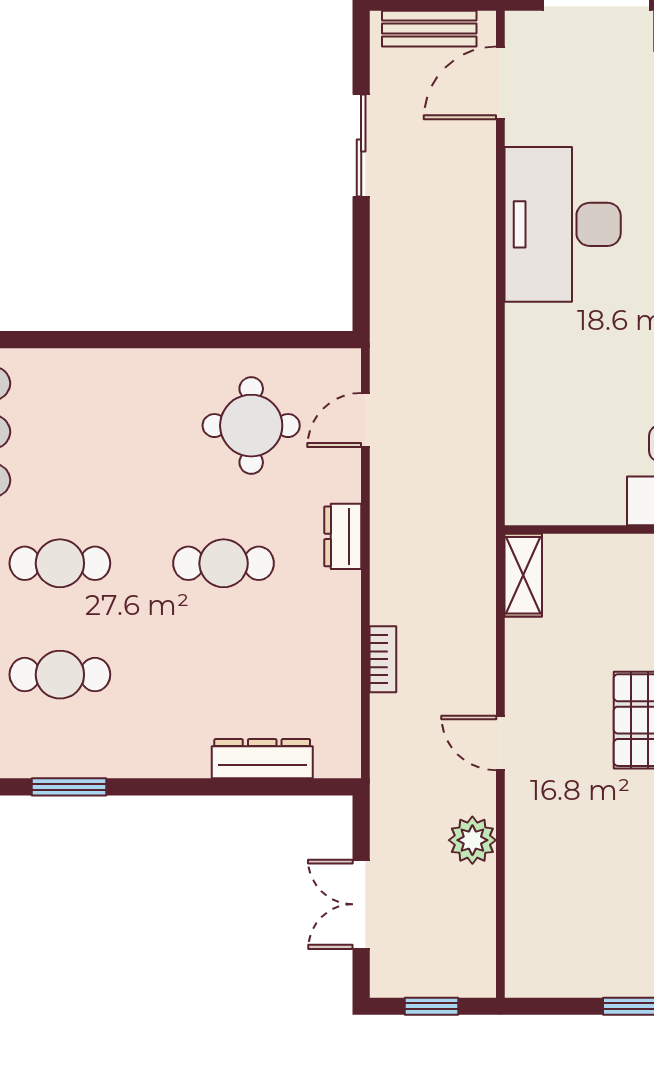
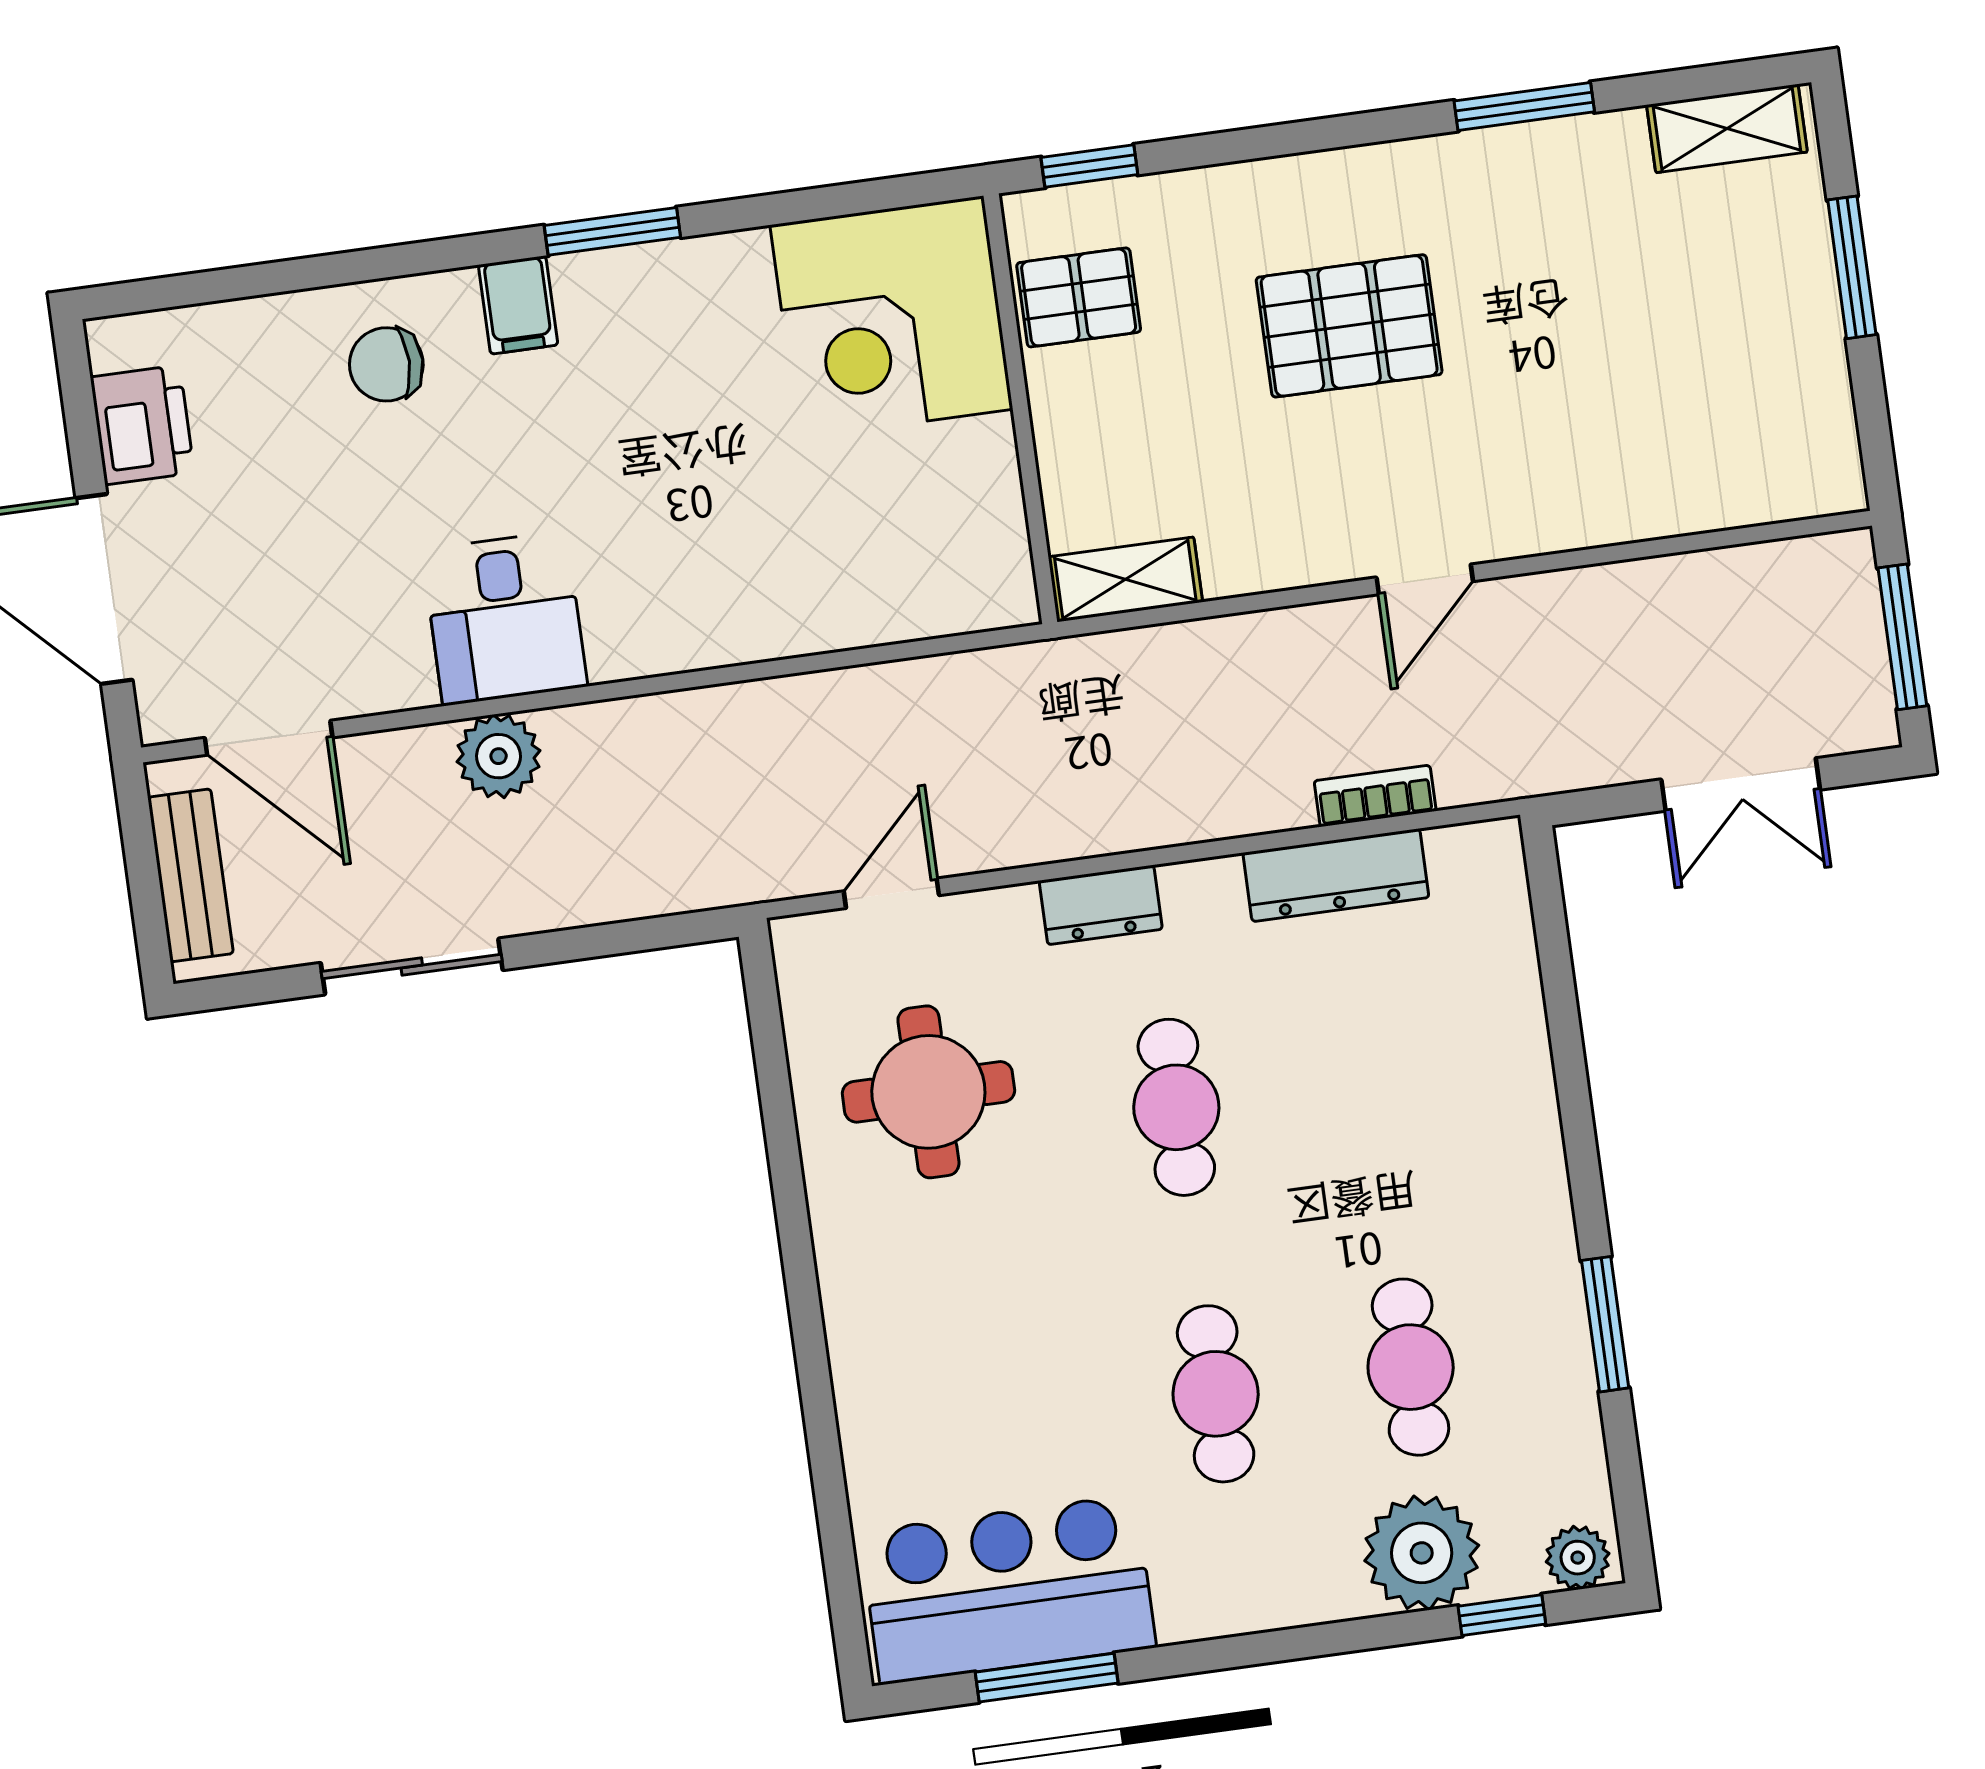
desk: (563, 224) -> (505, 618), width x0.53, depth x0.77
door: (365, 420) -> (891, 893), swing flipped
bookcase: (383, 659) -> (1375, 796), moved
dresser: (262, 759) -> (1336, 875), moved, turned -90
plant: (472, 840) -> (499, 756), moved
window: (431, 1006) -> (1902, 637), width x1.50

